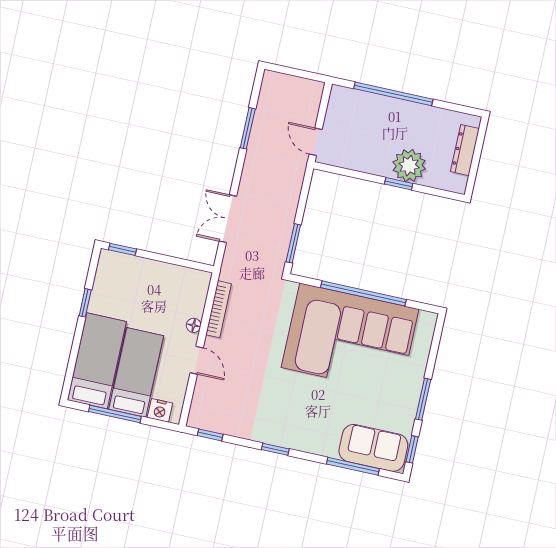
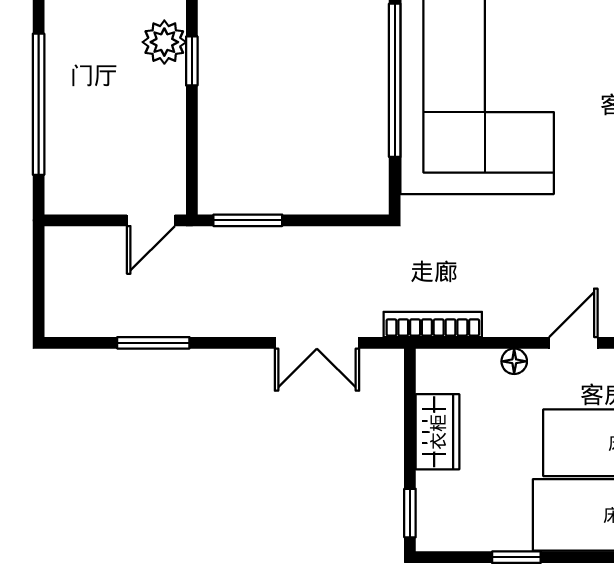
plant: (409, 166) -> (164, 42), width x0.73, depth x0.73
window: (293, 243) -> (248, 220), moved
wardrobe: (164, 274) -> (438, 432), added
bookcase: (219, 309) -> (433, 324), moved

